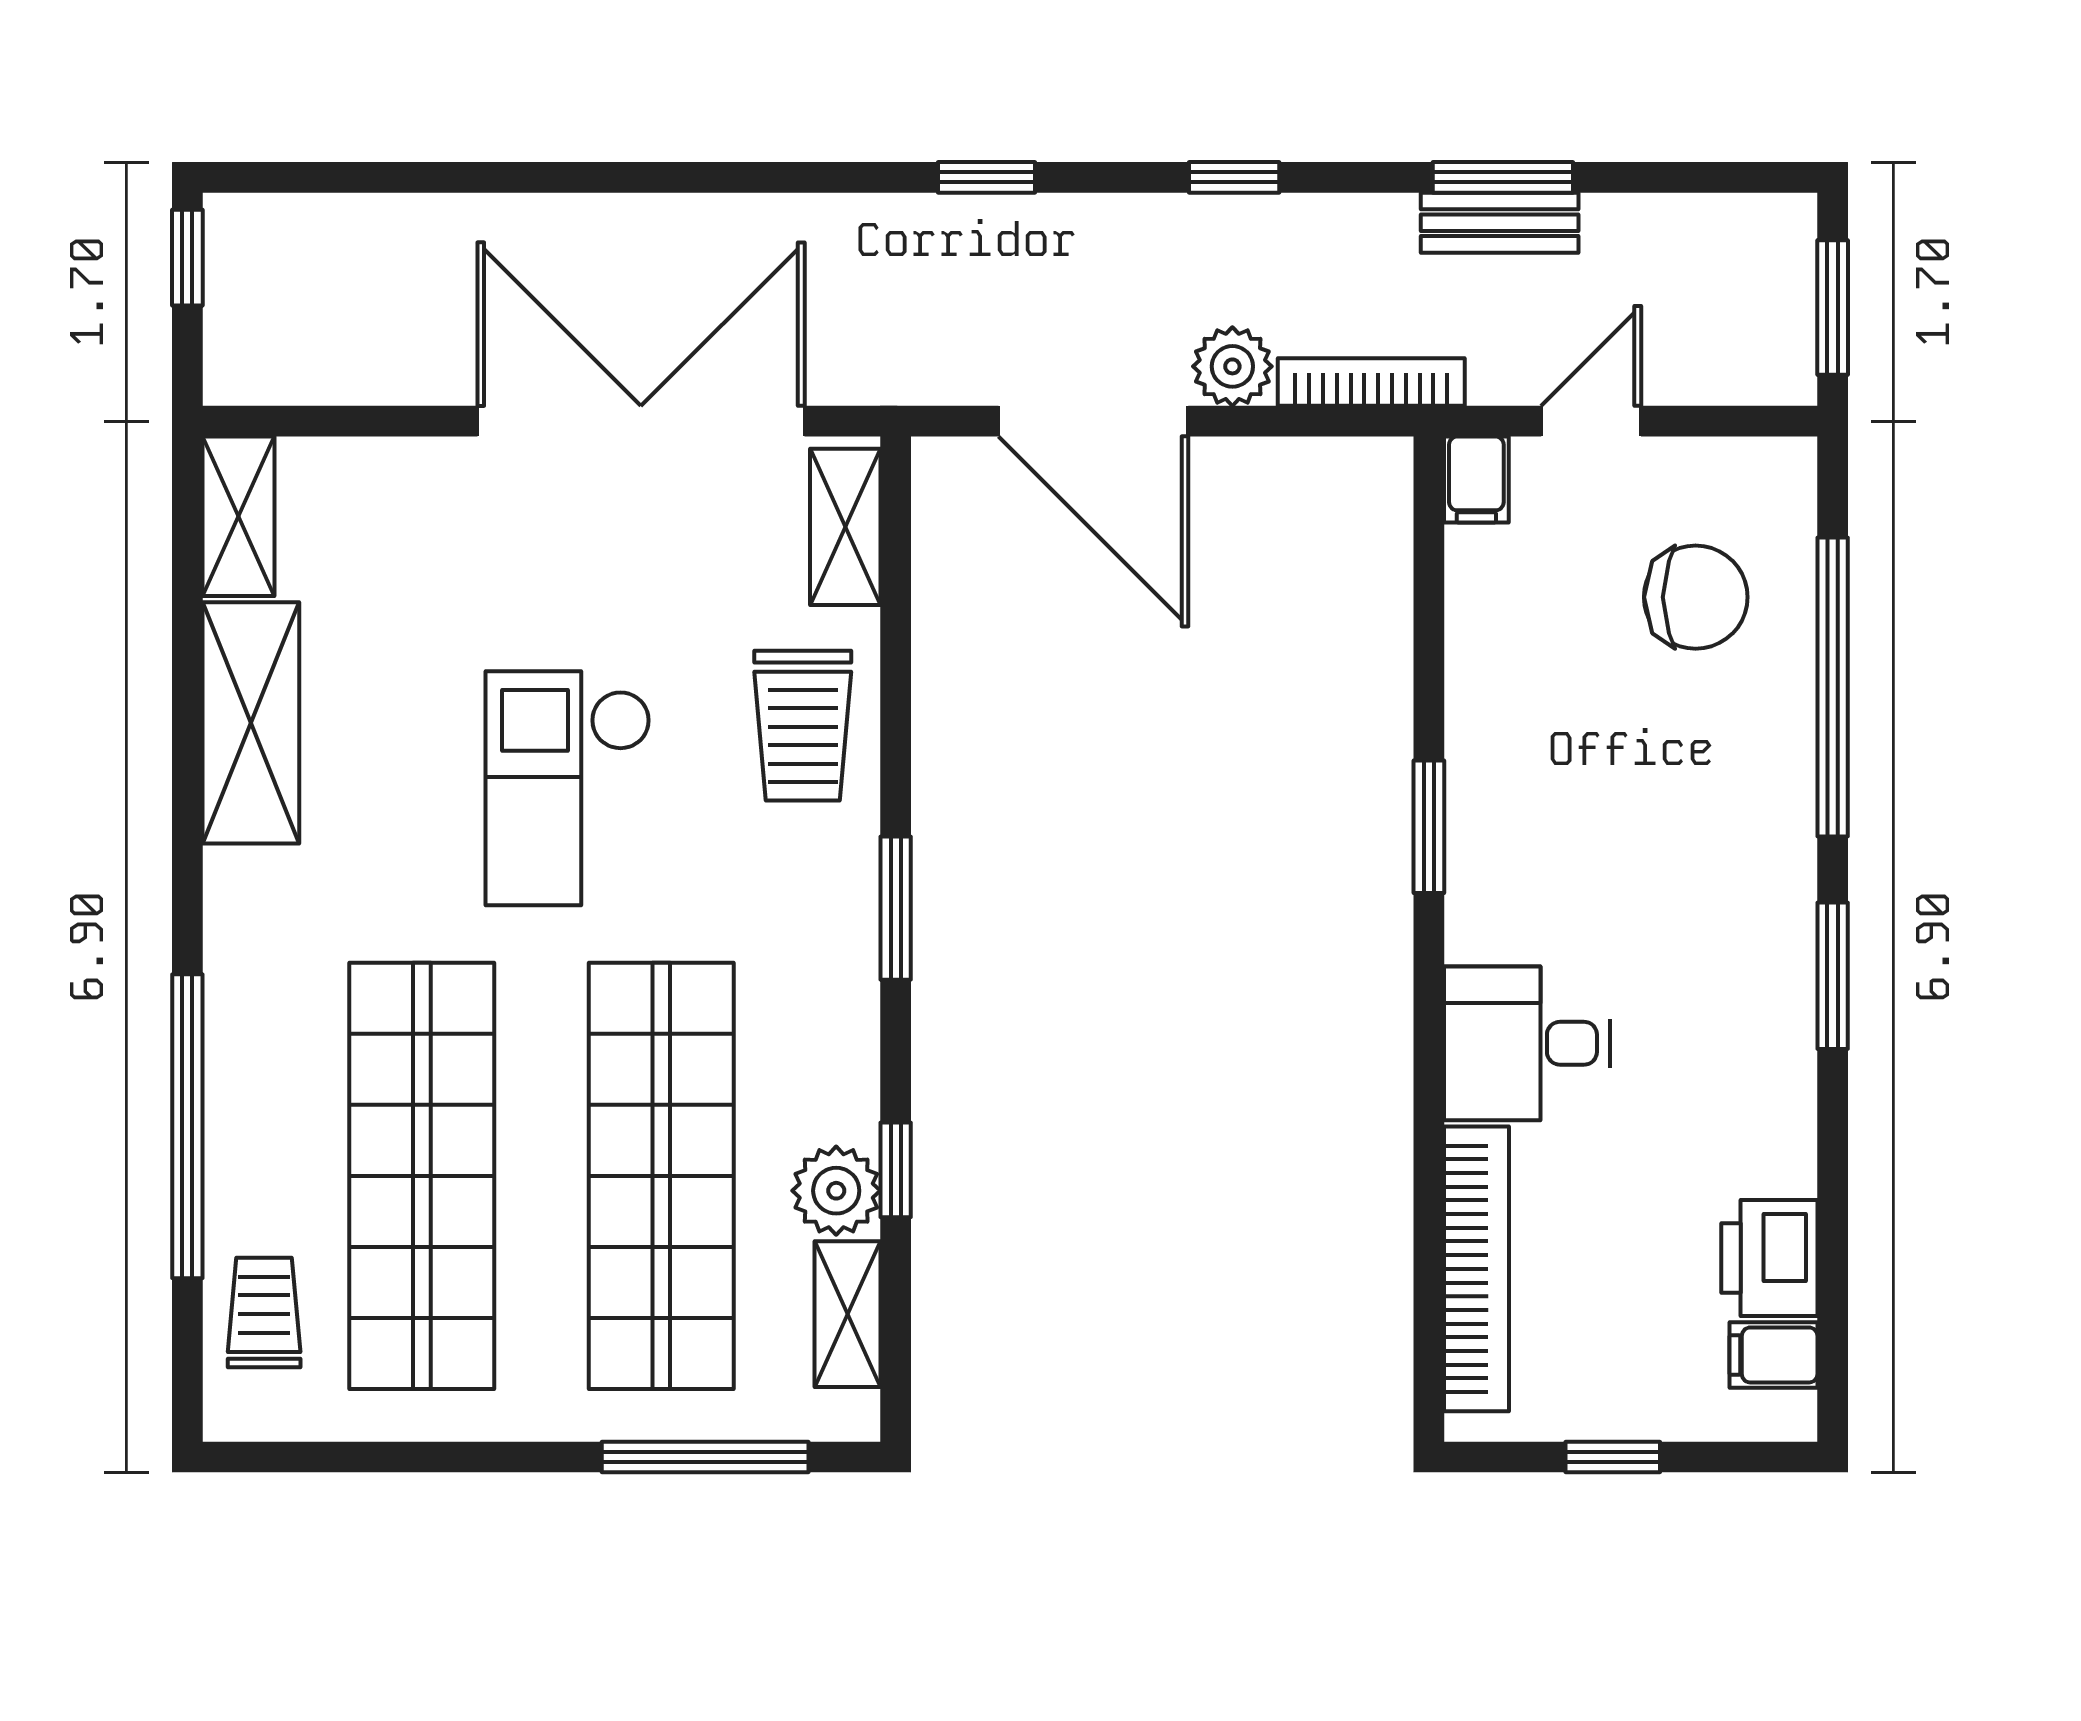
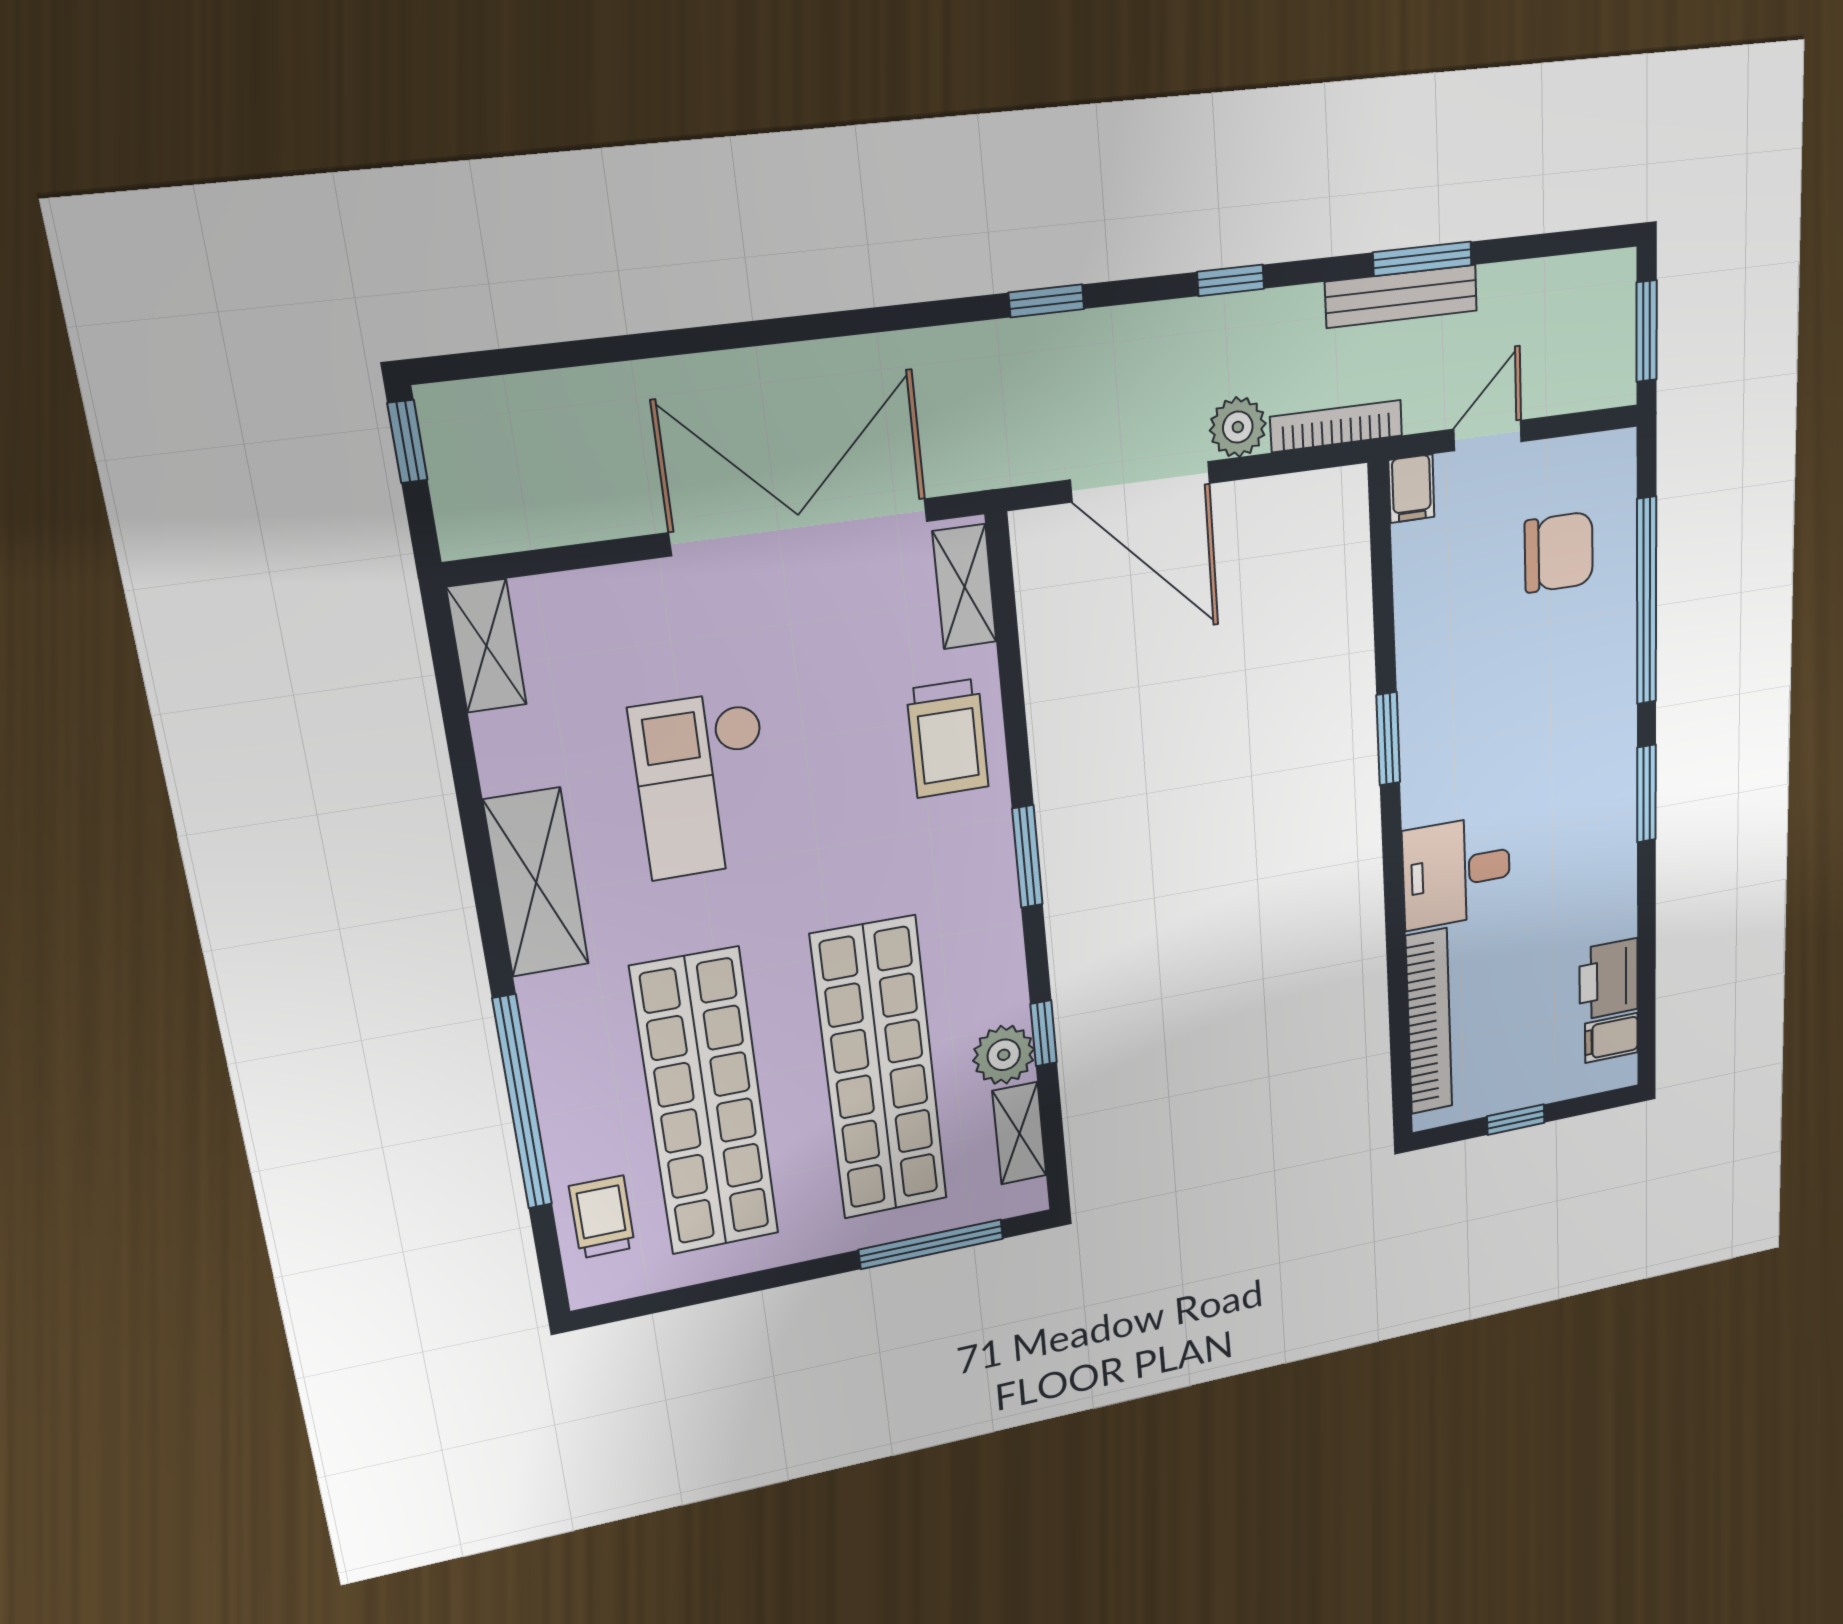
bench: (1500, 223) -> (1401, 296), width x1.36
shelving: (251, 723) -> (536, 883), moved
checkout: (568, 788) -> (704, 785), moved

